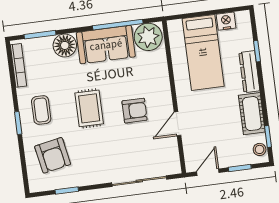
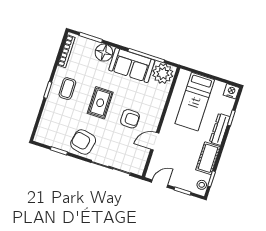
nightstand: (226, 21) -> (231, 91), moved
armchair: (53, 155) -> (83, 142), moved, turned 112

